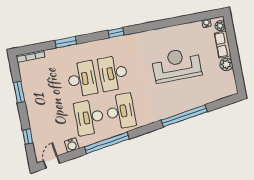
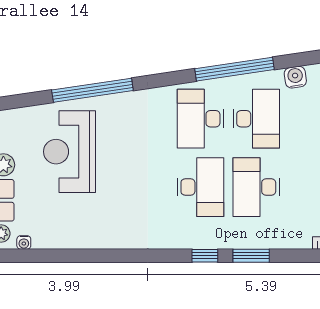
window: (116, 33) -> (205, 256), moved
window: (66, 42) -> (251, 256), moved
reception desk: (176, 65) -> (69, 152), moved, turned 90

